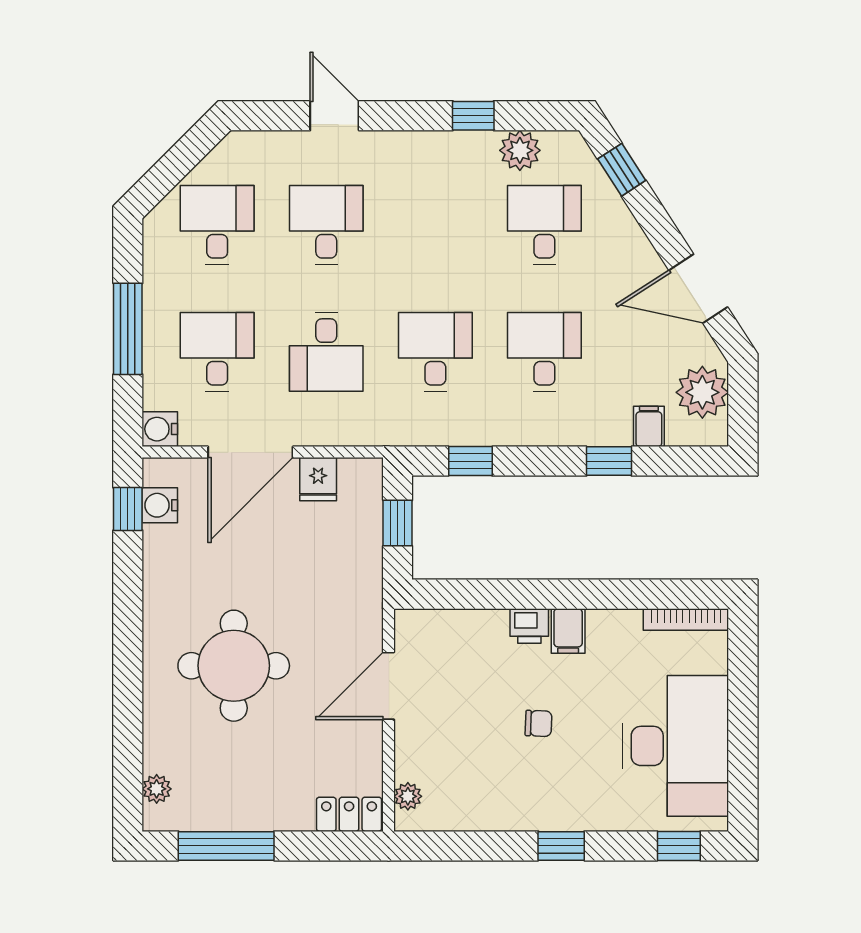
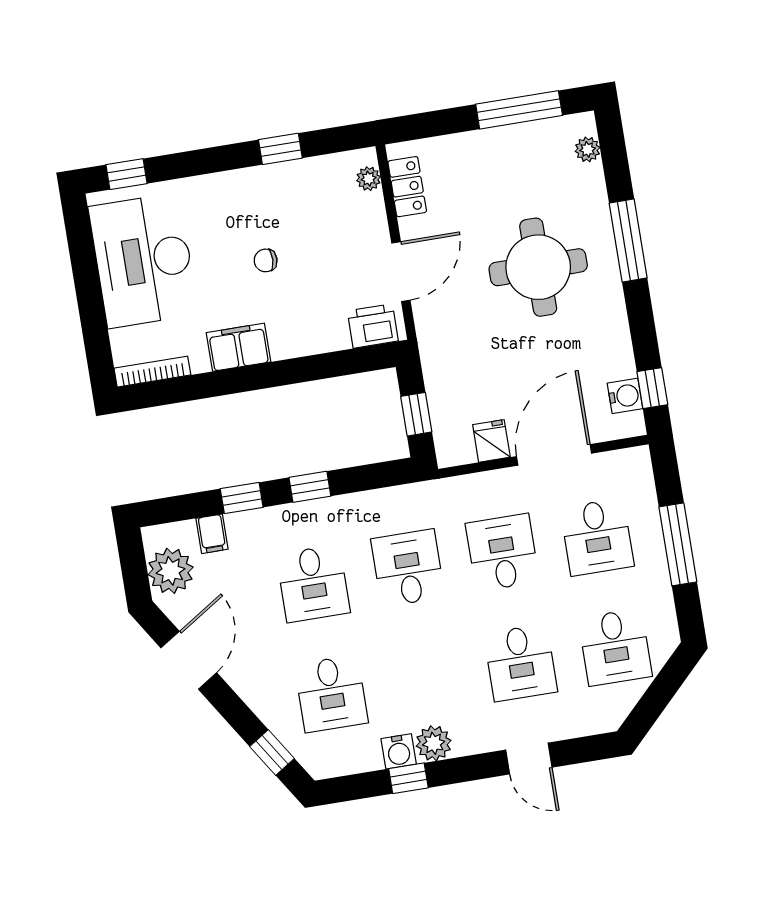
plant: (520, 150) -> (434, 743), moved
door: (698, 289) -> (189, 660), hinge flipped
desk: (435, 352) -> (408, 568), turned 180
water cooler: (160, 429) -> (399, 751), moved, turned 90
window: (470, 461) -> (310, 487), moved
printer: (529, 626) -> (373, 326), moved, width x1.36, depth x1.24
filing cabinet: (568, 631) -> (238, 347), width x2.00
window: (128, 679) -> (628, 241), added
locker: (349, 814) -> (407, 187), moved, turned -90
window: (561, 846) -> (280, 149), moved

